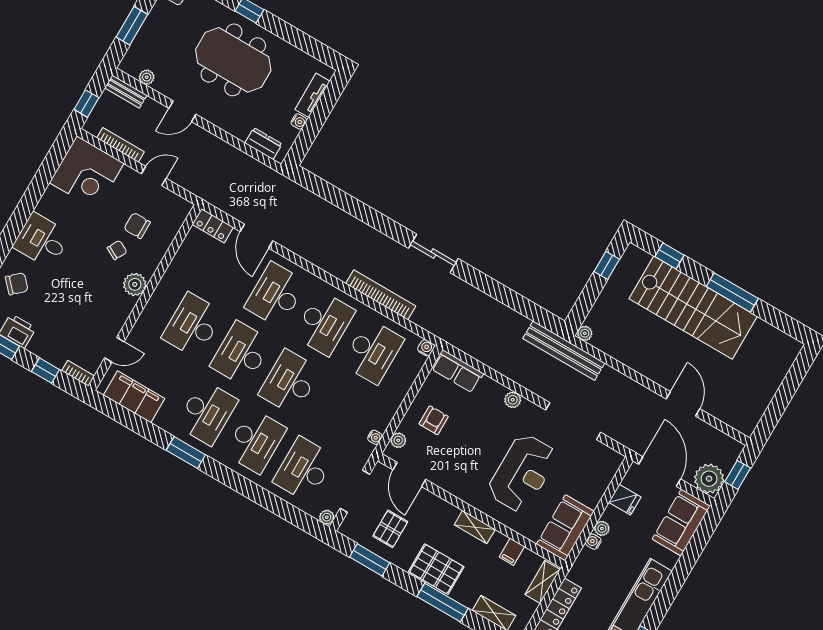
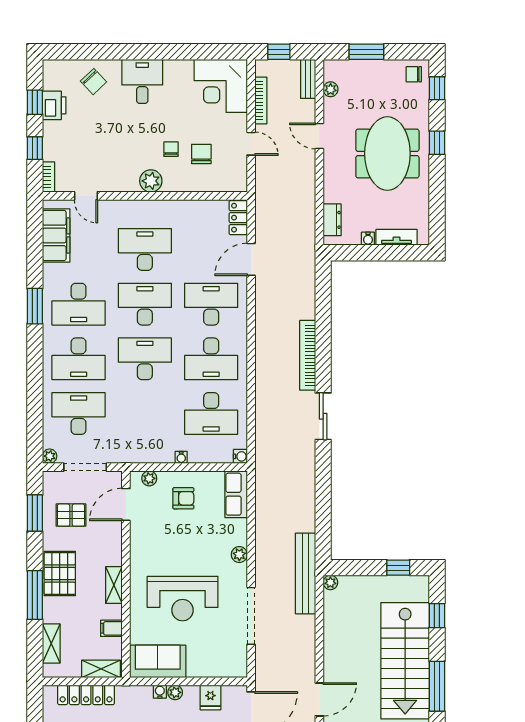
chair: (117, 250) -> (171, 149), turned -118
bookcase: (381, 295) -> (308, 355), moved, turned 180
water cooler: (375, 437) -> (181, 457), moved

